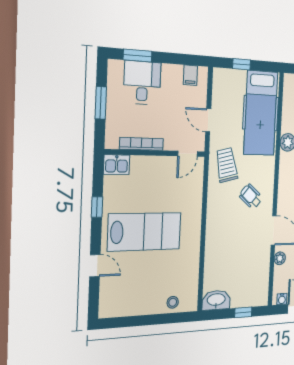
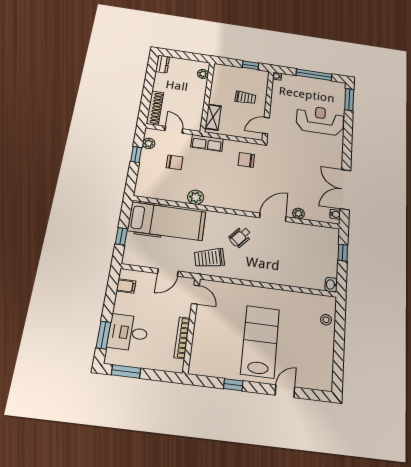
window: (101, 103) -> (126, 372), moved
kitchen sink: (117, 165) -> (198, 363), removed
washbasin: (216, 300) -> (331, 285), width x0.52, depth x0.69

